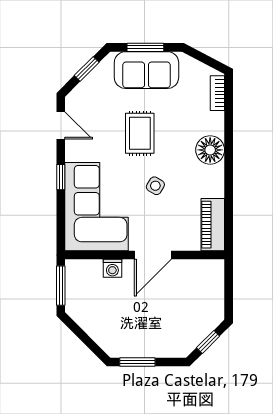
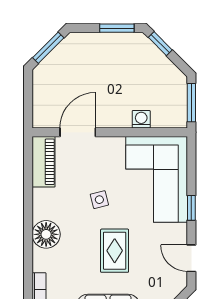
side table: (155, 186) -> (99, 200), turned 45
door: (153, 255) -> (78, 132), moved
window: (208, 342) -> (48, 48), width x1.50
window: (93, 346) -> (160, 44), added

